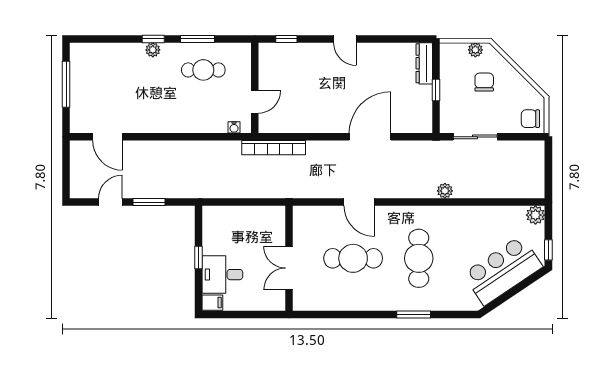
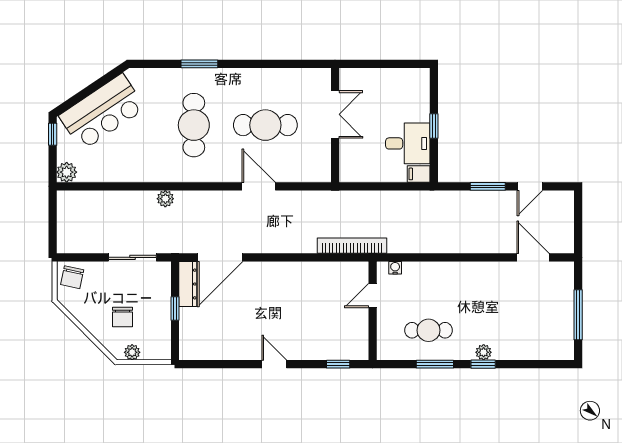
dresser: (424, 63) -> (188, 284), moved
chair: (530, 119) -> (72, 277), turned 102
door: (370, 137) -> (220, 257), moved
desk: (222, 275) -> (408, 143), moved
filing cabinet: (212, 303) -> (419, 174), moved

